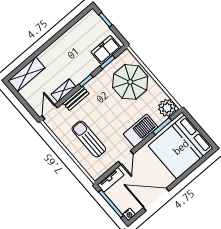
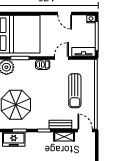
door: (50, 112) -> (85, 130), swing flipped
barbecue: (141, 131) -> (43, 65), width x0.53, depth x0.65
door: (156, 199) -> (65, 14), width x0.53

